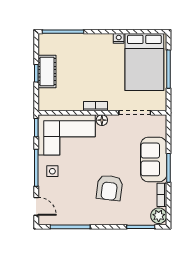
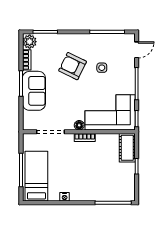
bed: (144, 62) -> (36, 176), width x0.67
cot: (47, 71) -> (127, 148), moved
side table: (52, 171) -> (102, 68), moved
armchair: (109, 188) -> (73, 66), turned -71
door: (36, 206) -> (137, 50), swing flipped

